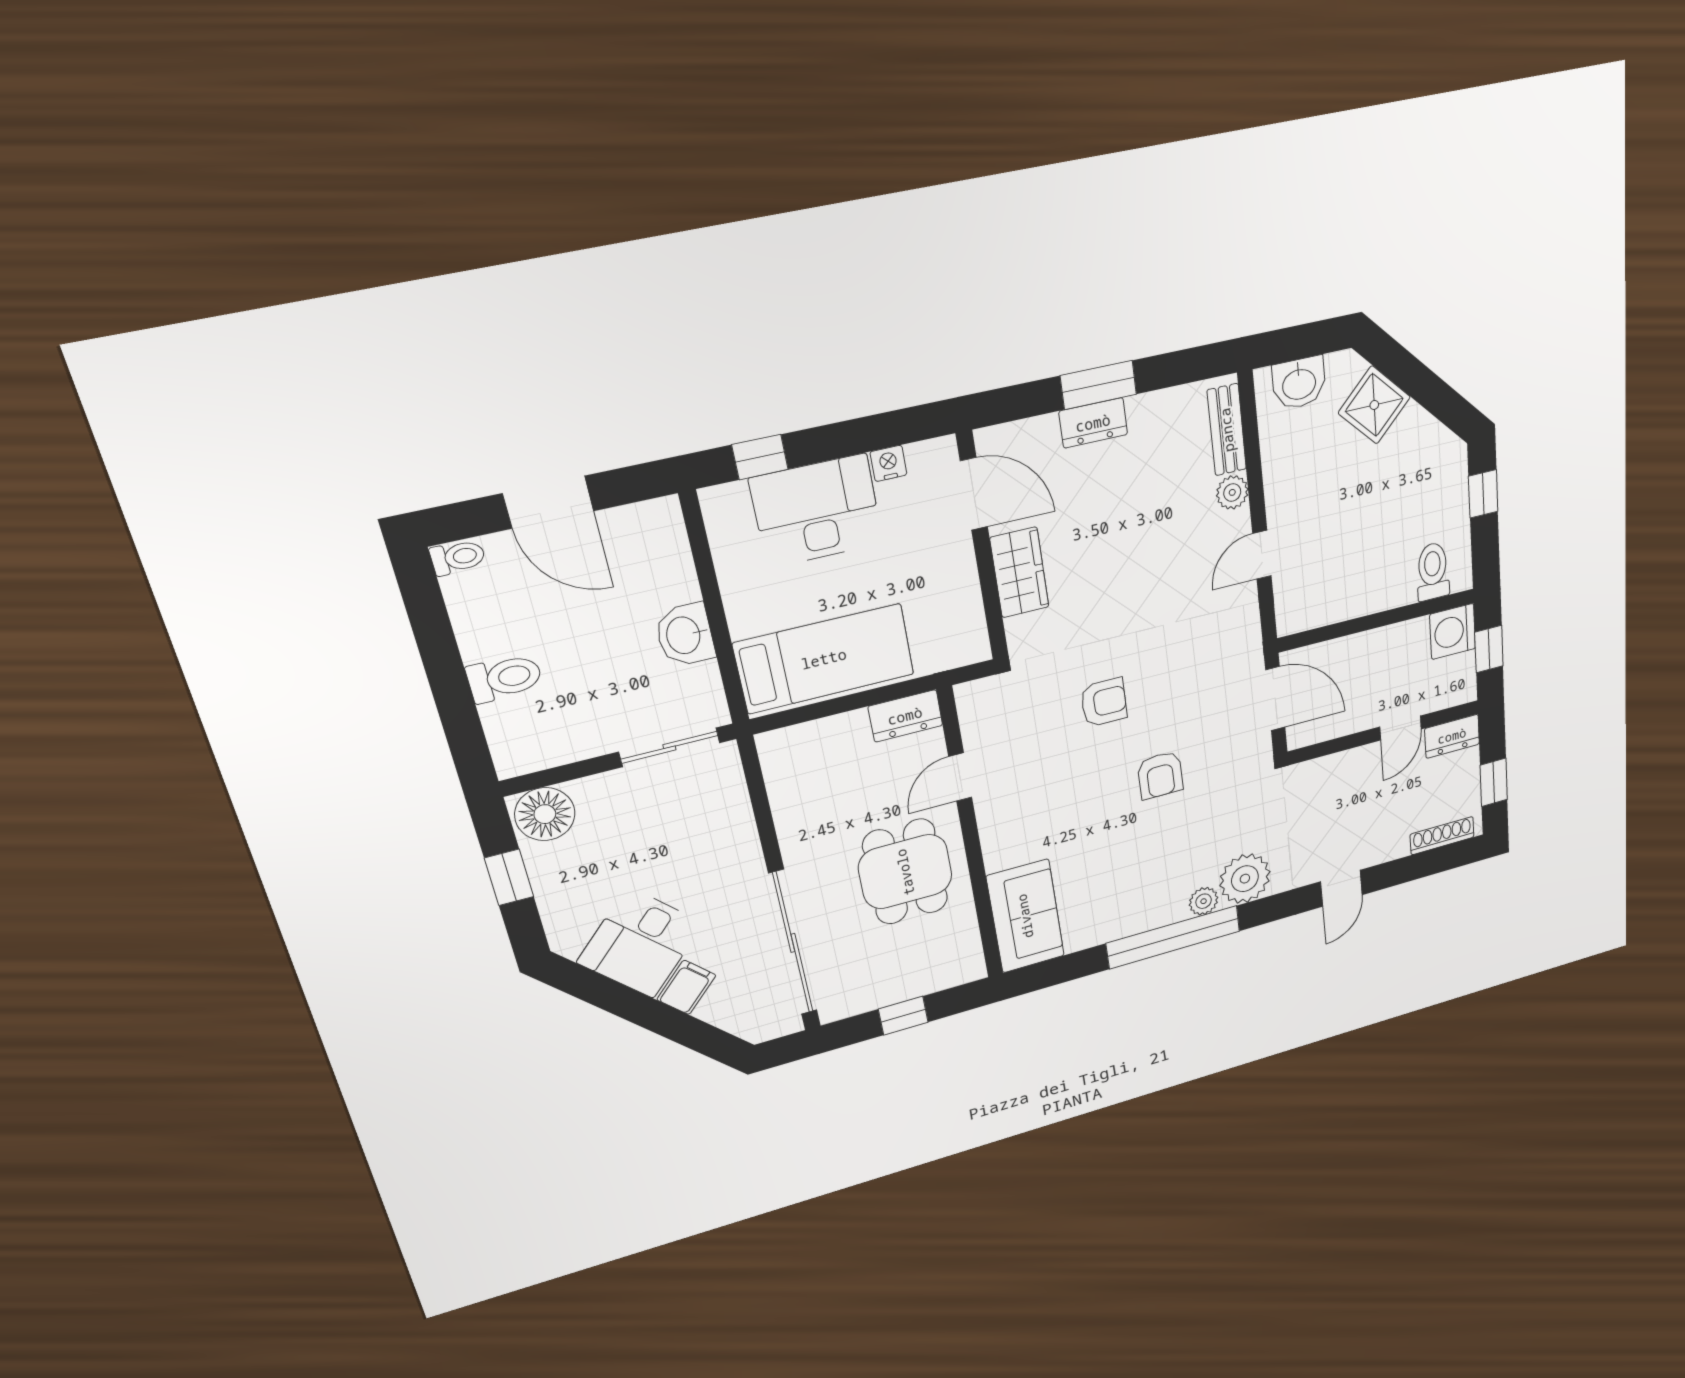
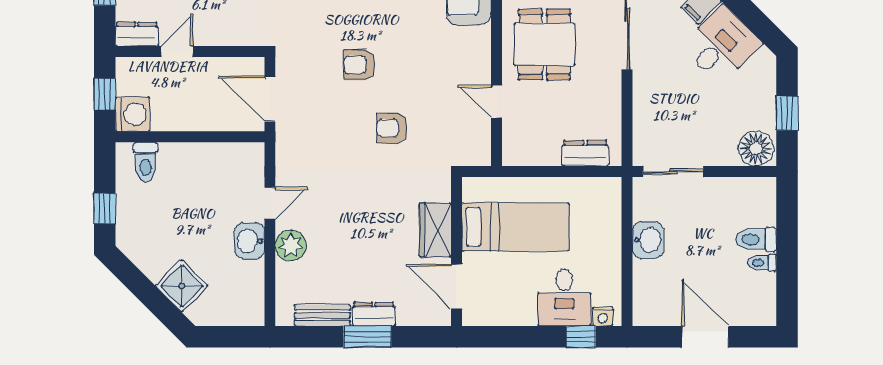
washbasin: (1299, 383) -> (249, 241), moved, turned -90
bench: (1227, 430) -> (322, 315), moved, turned 90
nightstand: (888, 463) -> (603, 317), moved
plant: (1232, 492) -> (291, 246), width x1.38, depth x1.38
desk: (817, 511) -> (564, 297), width x0.73
toilet: (458, 557) -> (762, 263), moved
bed: (824, 659) -> (515, 227), moved, turned 180
dresser: (905, 716) -> (585, 153), moved
armchair: (1160, 775) -> (359, 65), turned -90
door: (960, 777) -> (496, 102), swing flipped

